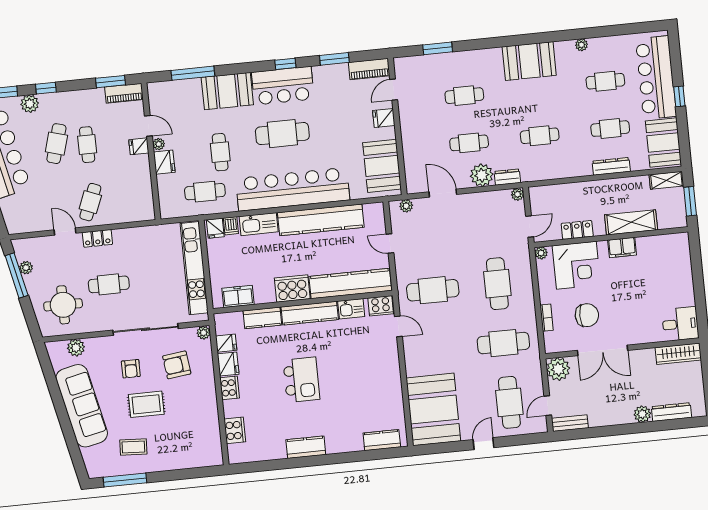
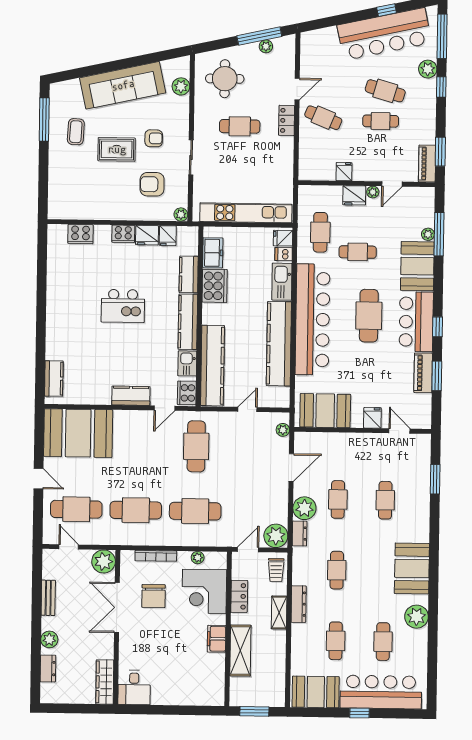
plant: (582, 45) -> (417, 617), width x1.88, depth x1.88
piano: (369, 69) -> (423, 373), moved
plant: (194, 84) -> (428, 234), added
fridge: (139, 146) -> (344, 172), moved
dresser: (611, 166) -> (299, 604), moved
shelving: (666, 180) -> (279, 613), moved
plant: (518, 194) -> (276, 536), width x1.88, depth x1.88
trolley: (547, 196) -> (276, 570), added
door: (530, 227) -> (248, 550), swing flipped
plant: (541, 253) -> (198, 558), moved
cafe table: (109, 284) -> (240, 126), turned 90
cooker: (292, 288) -> (215, 286), moved
bookcase: (547, 318) -> (156, 556), width x1.56
sliding door: (146, 329) -> (191, 157), width x0.54
cafe table: (503, 343) -> (136, 510), turned 90
armchair: (177, 365) -> (152, 184), turned -83
armchair: (131, 369) -> (154, 138), turned 180
rug: (146, 404) -> (117, 149), turned 90
dresser: (671, 412) -> (48, 669), width x0.70
bench: (570, 423) -> (48, 598), moved
kitchen counter: (306, 447) -> (131, 396), moved, turned -90

